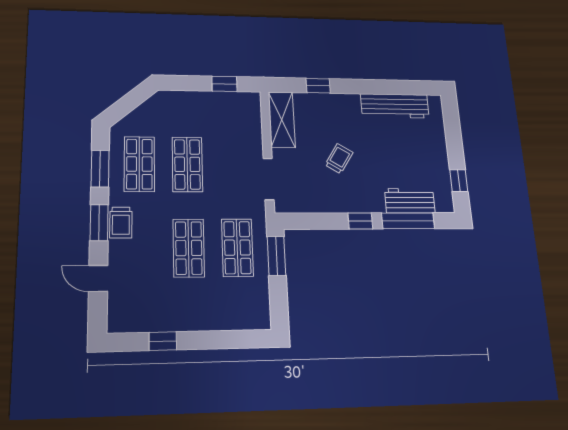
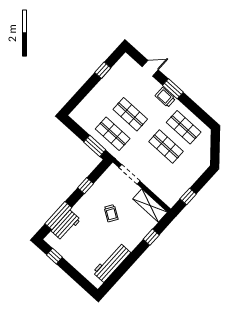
window: (100, 169) -> (196, 110), removed
window: (360, 221) -> (86, 186), moved

